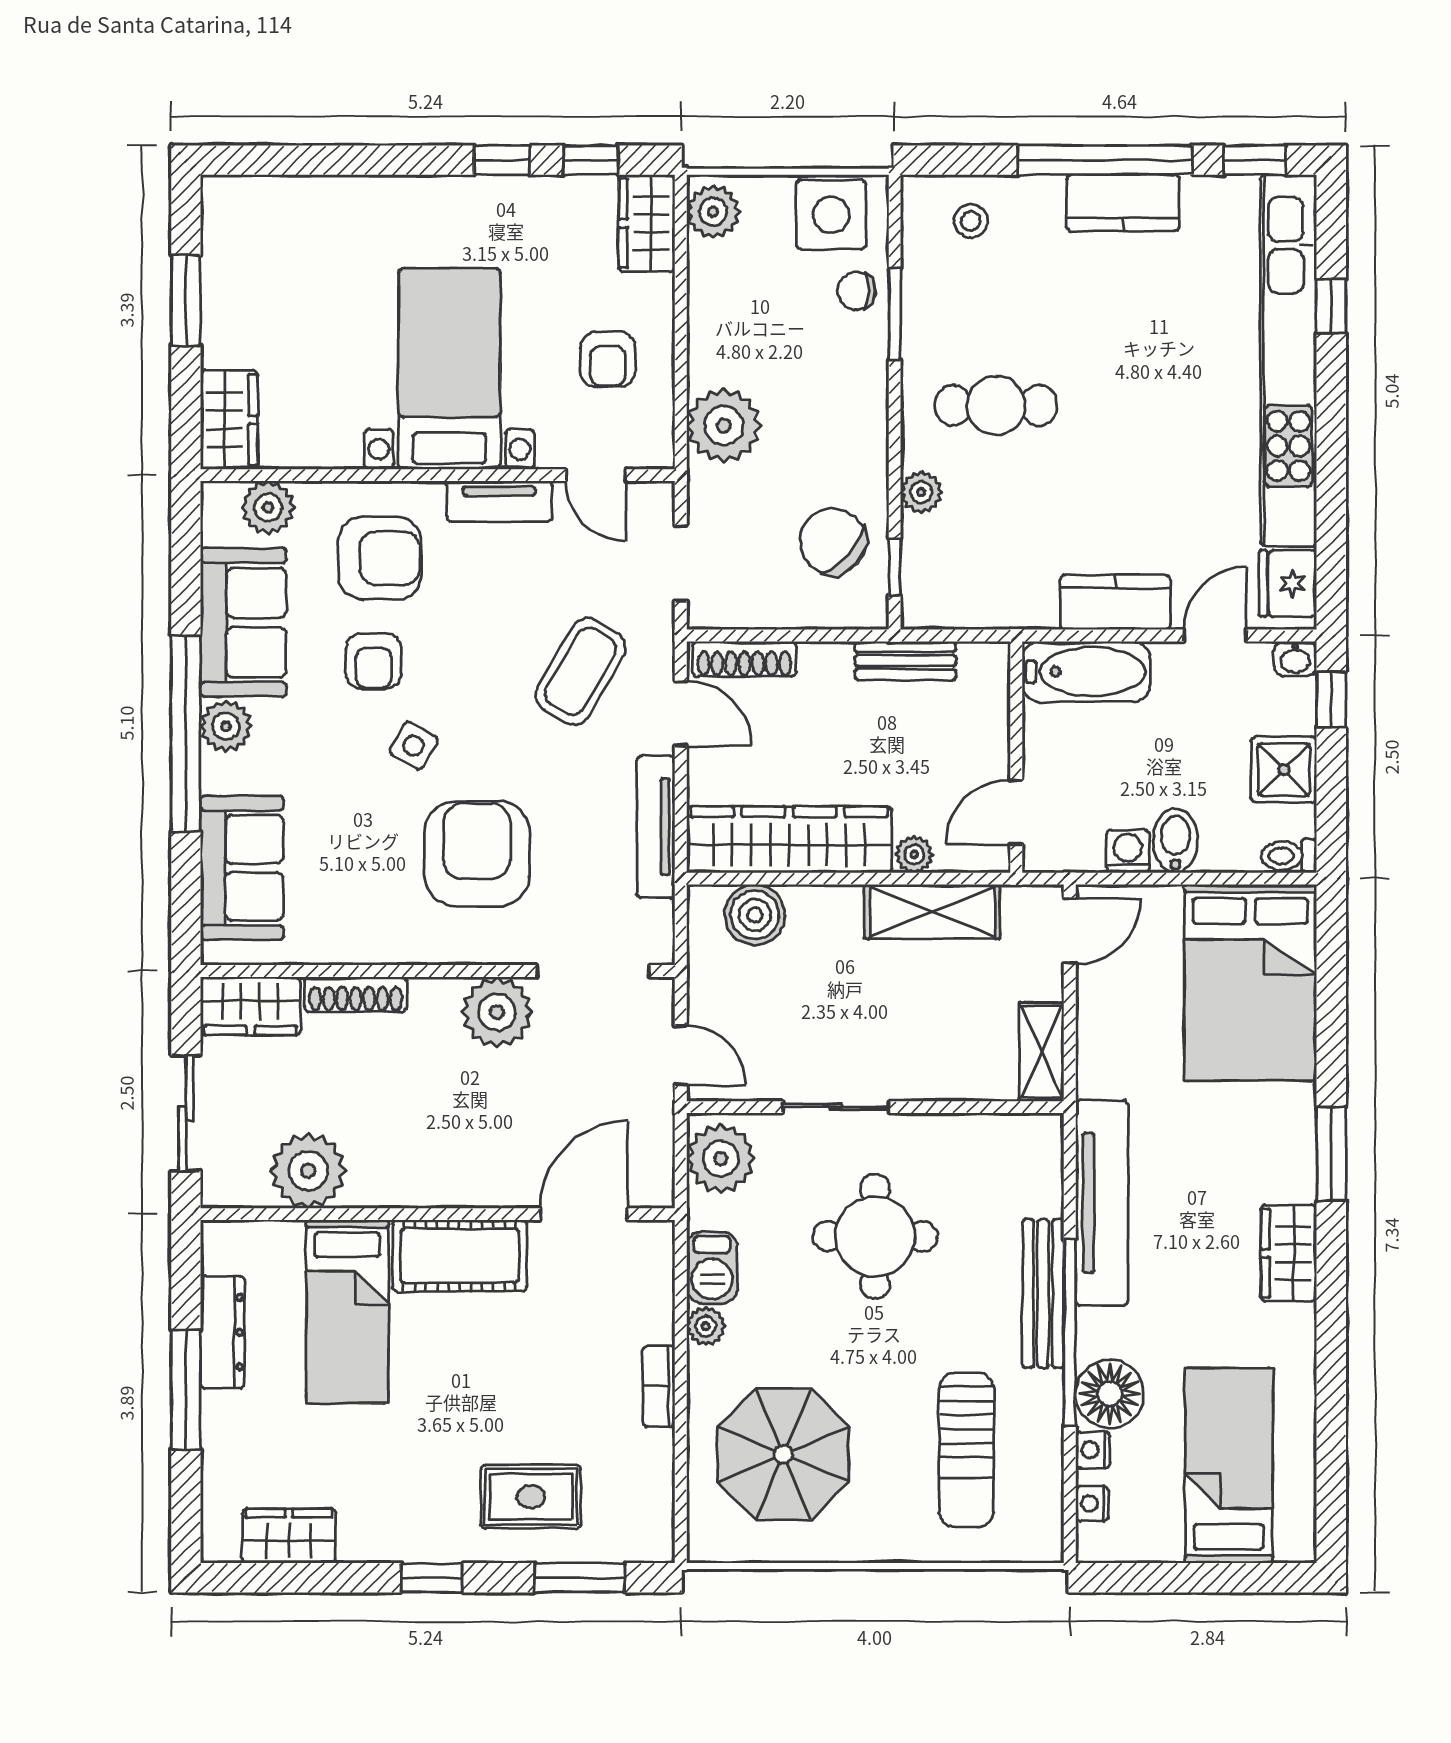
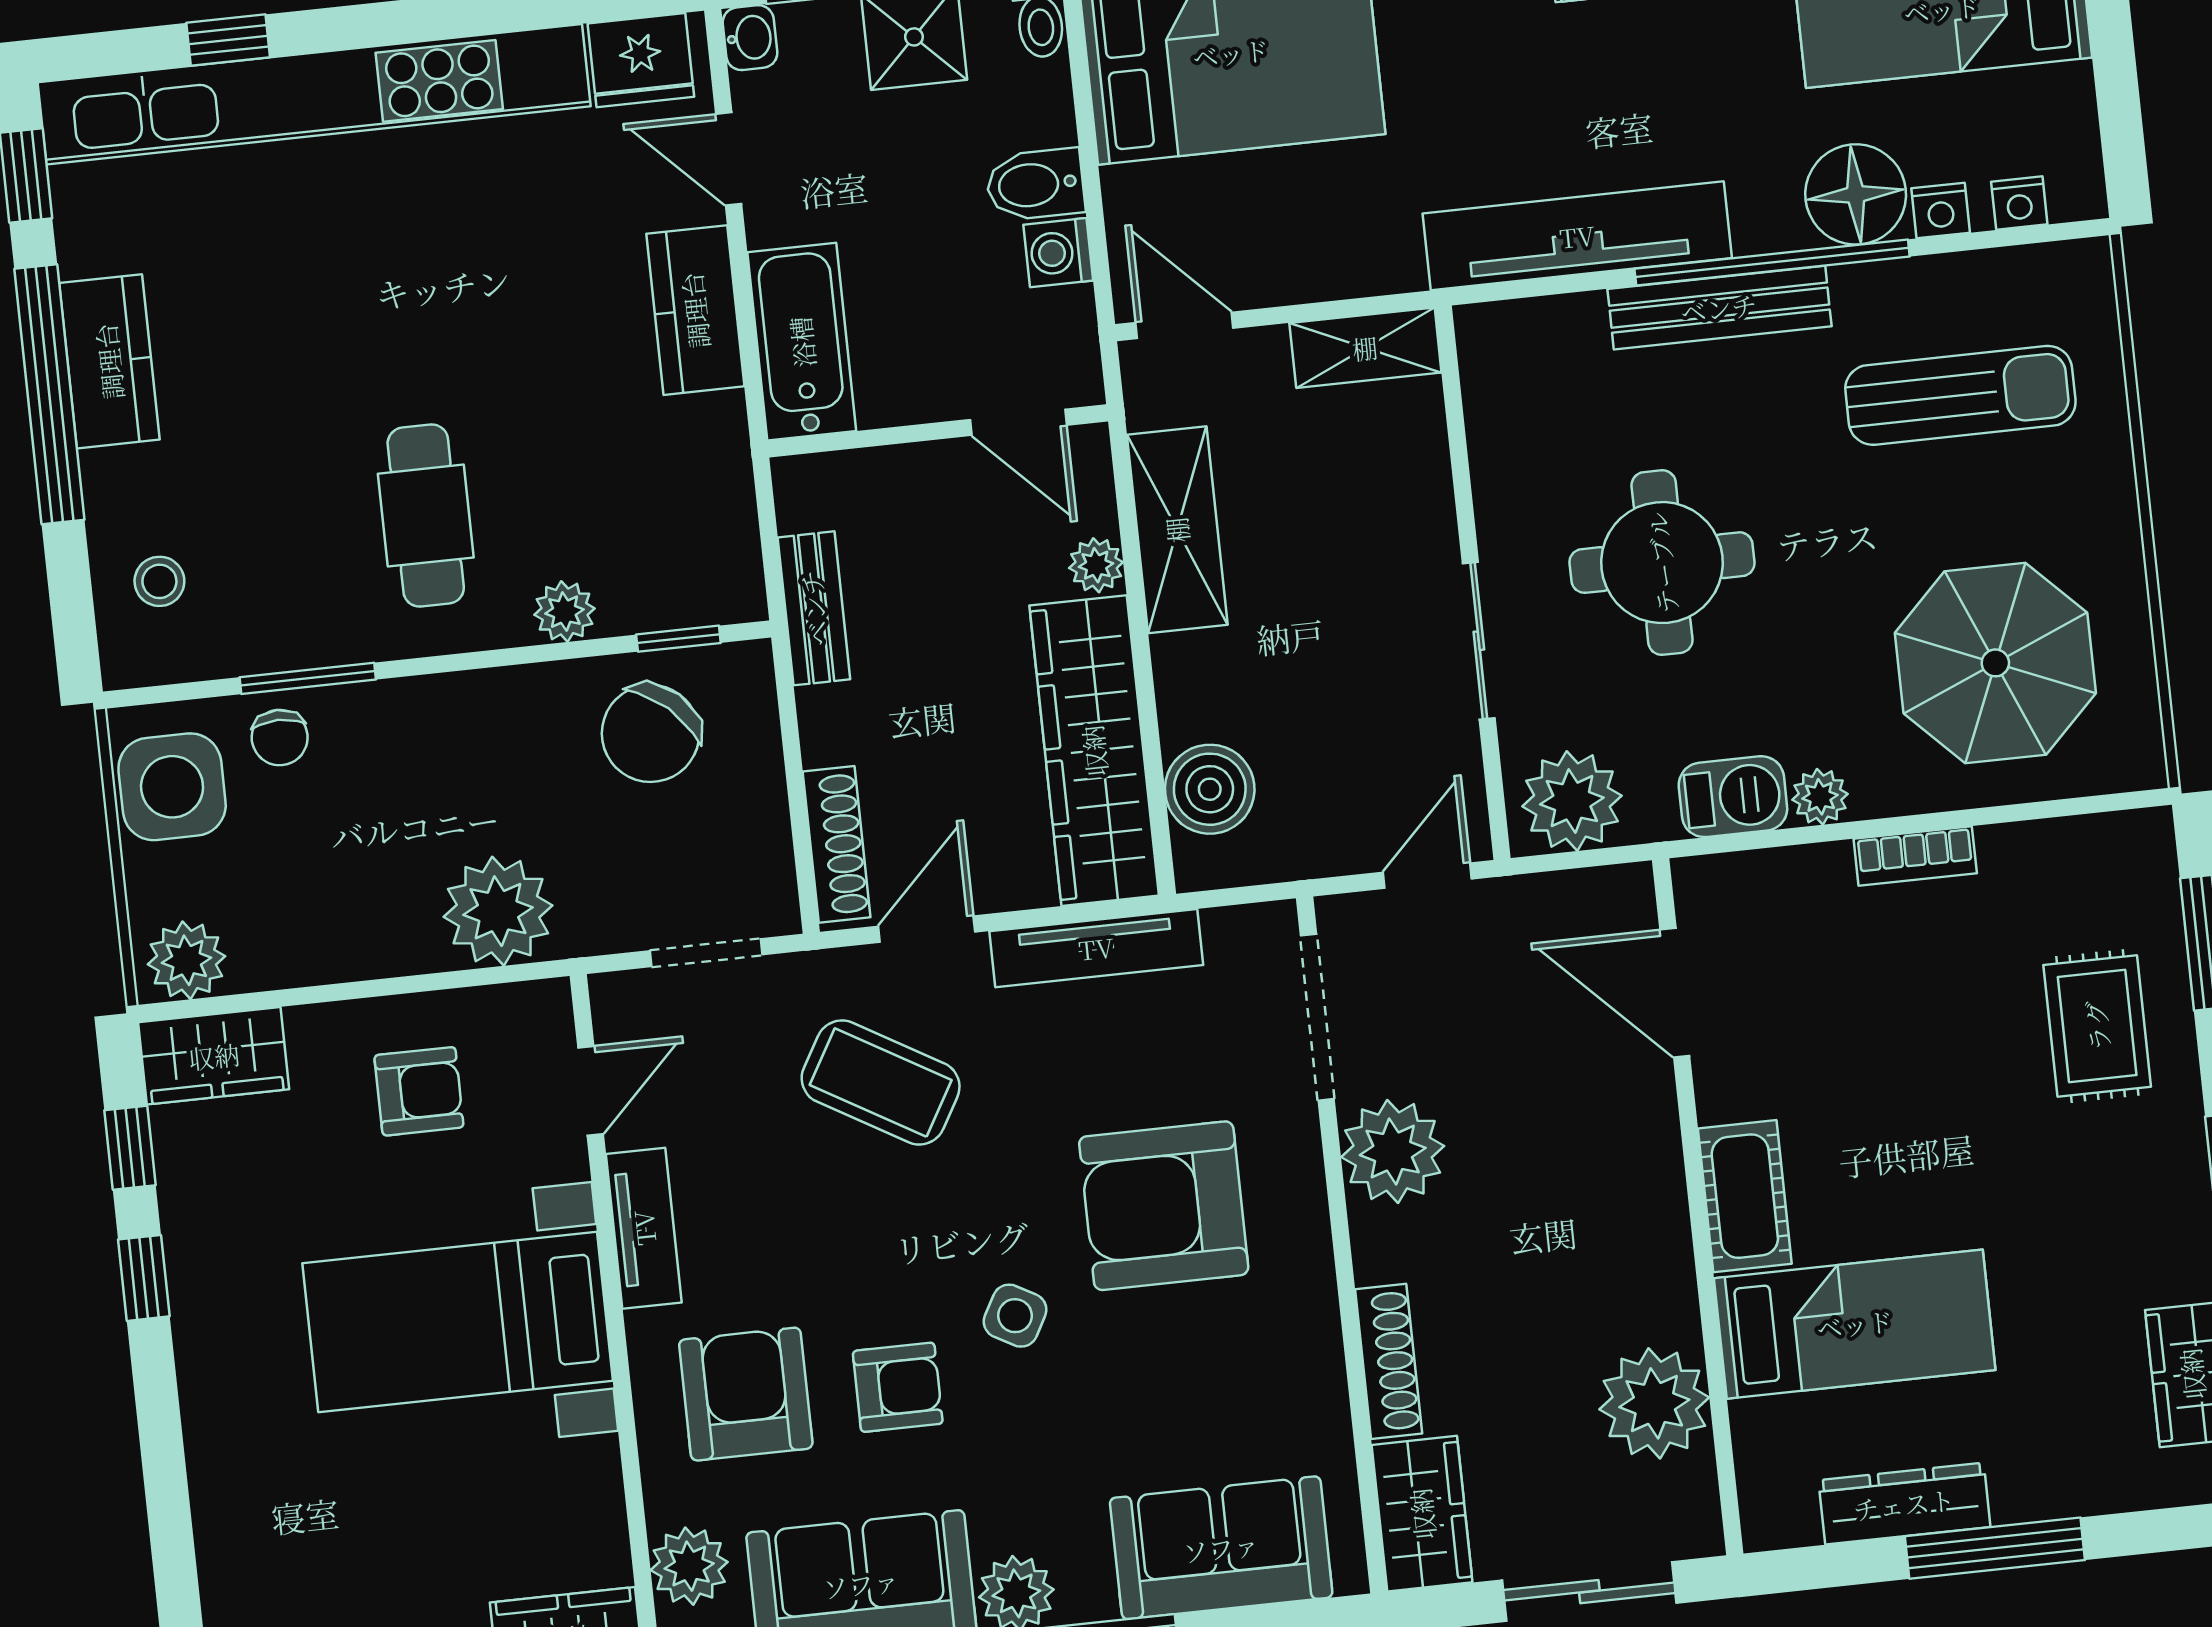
cot: (460, 1256) -> (1745, 1196), width x0.73, depth x0.75

